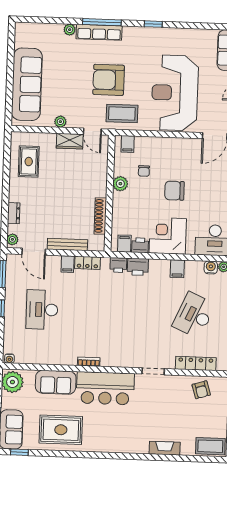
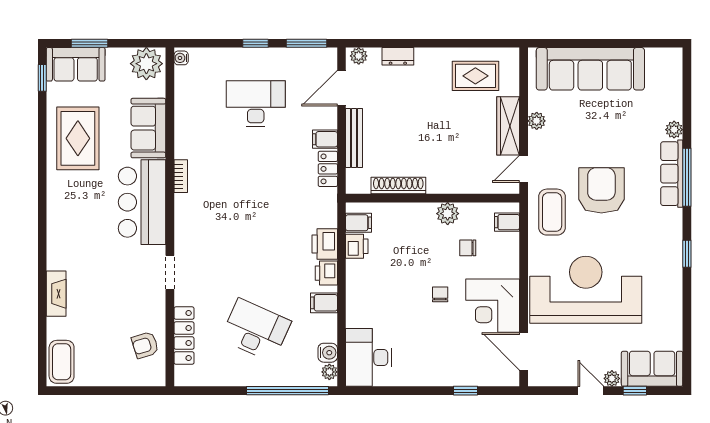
wardrobe: (70, 141) -> (508, 126), width x1.50
chair: (174, 191) -> (440, 294), width x0.54, depth x0.54
corner desk: (168, 236) -> (493, 306), moved, turned 180
printer: (118, 265) -> (326, 273), moved

